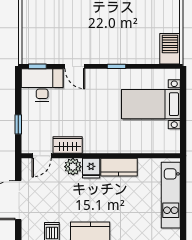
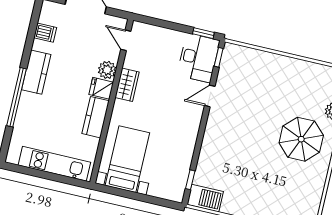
window: (116, 66) -> (190, 180), moved
bed with nightstands: (151, 104) -> (127, 159), moved
window: (18, 124) -> (203, 33), moved
wardrobe: (68, 145) -> (127, 85), moved

